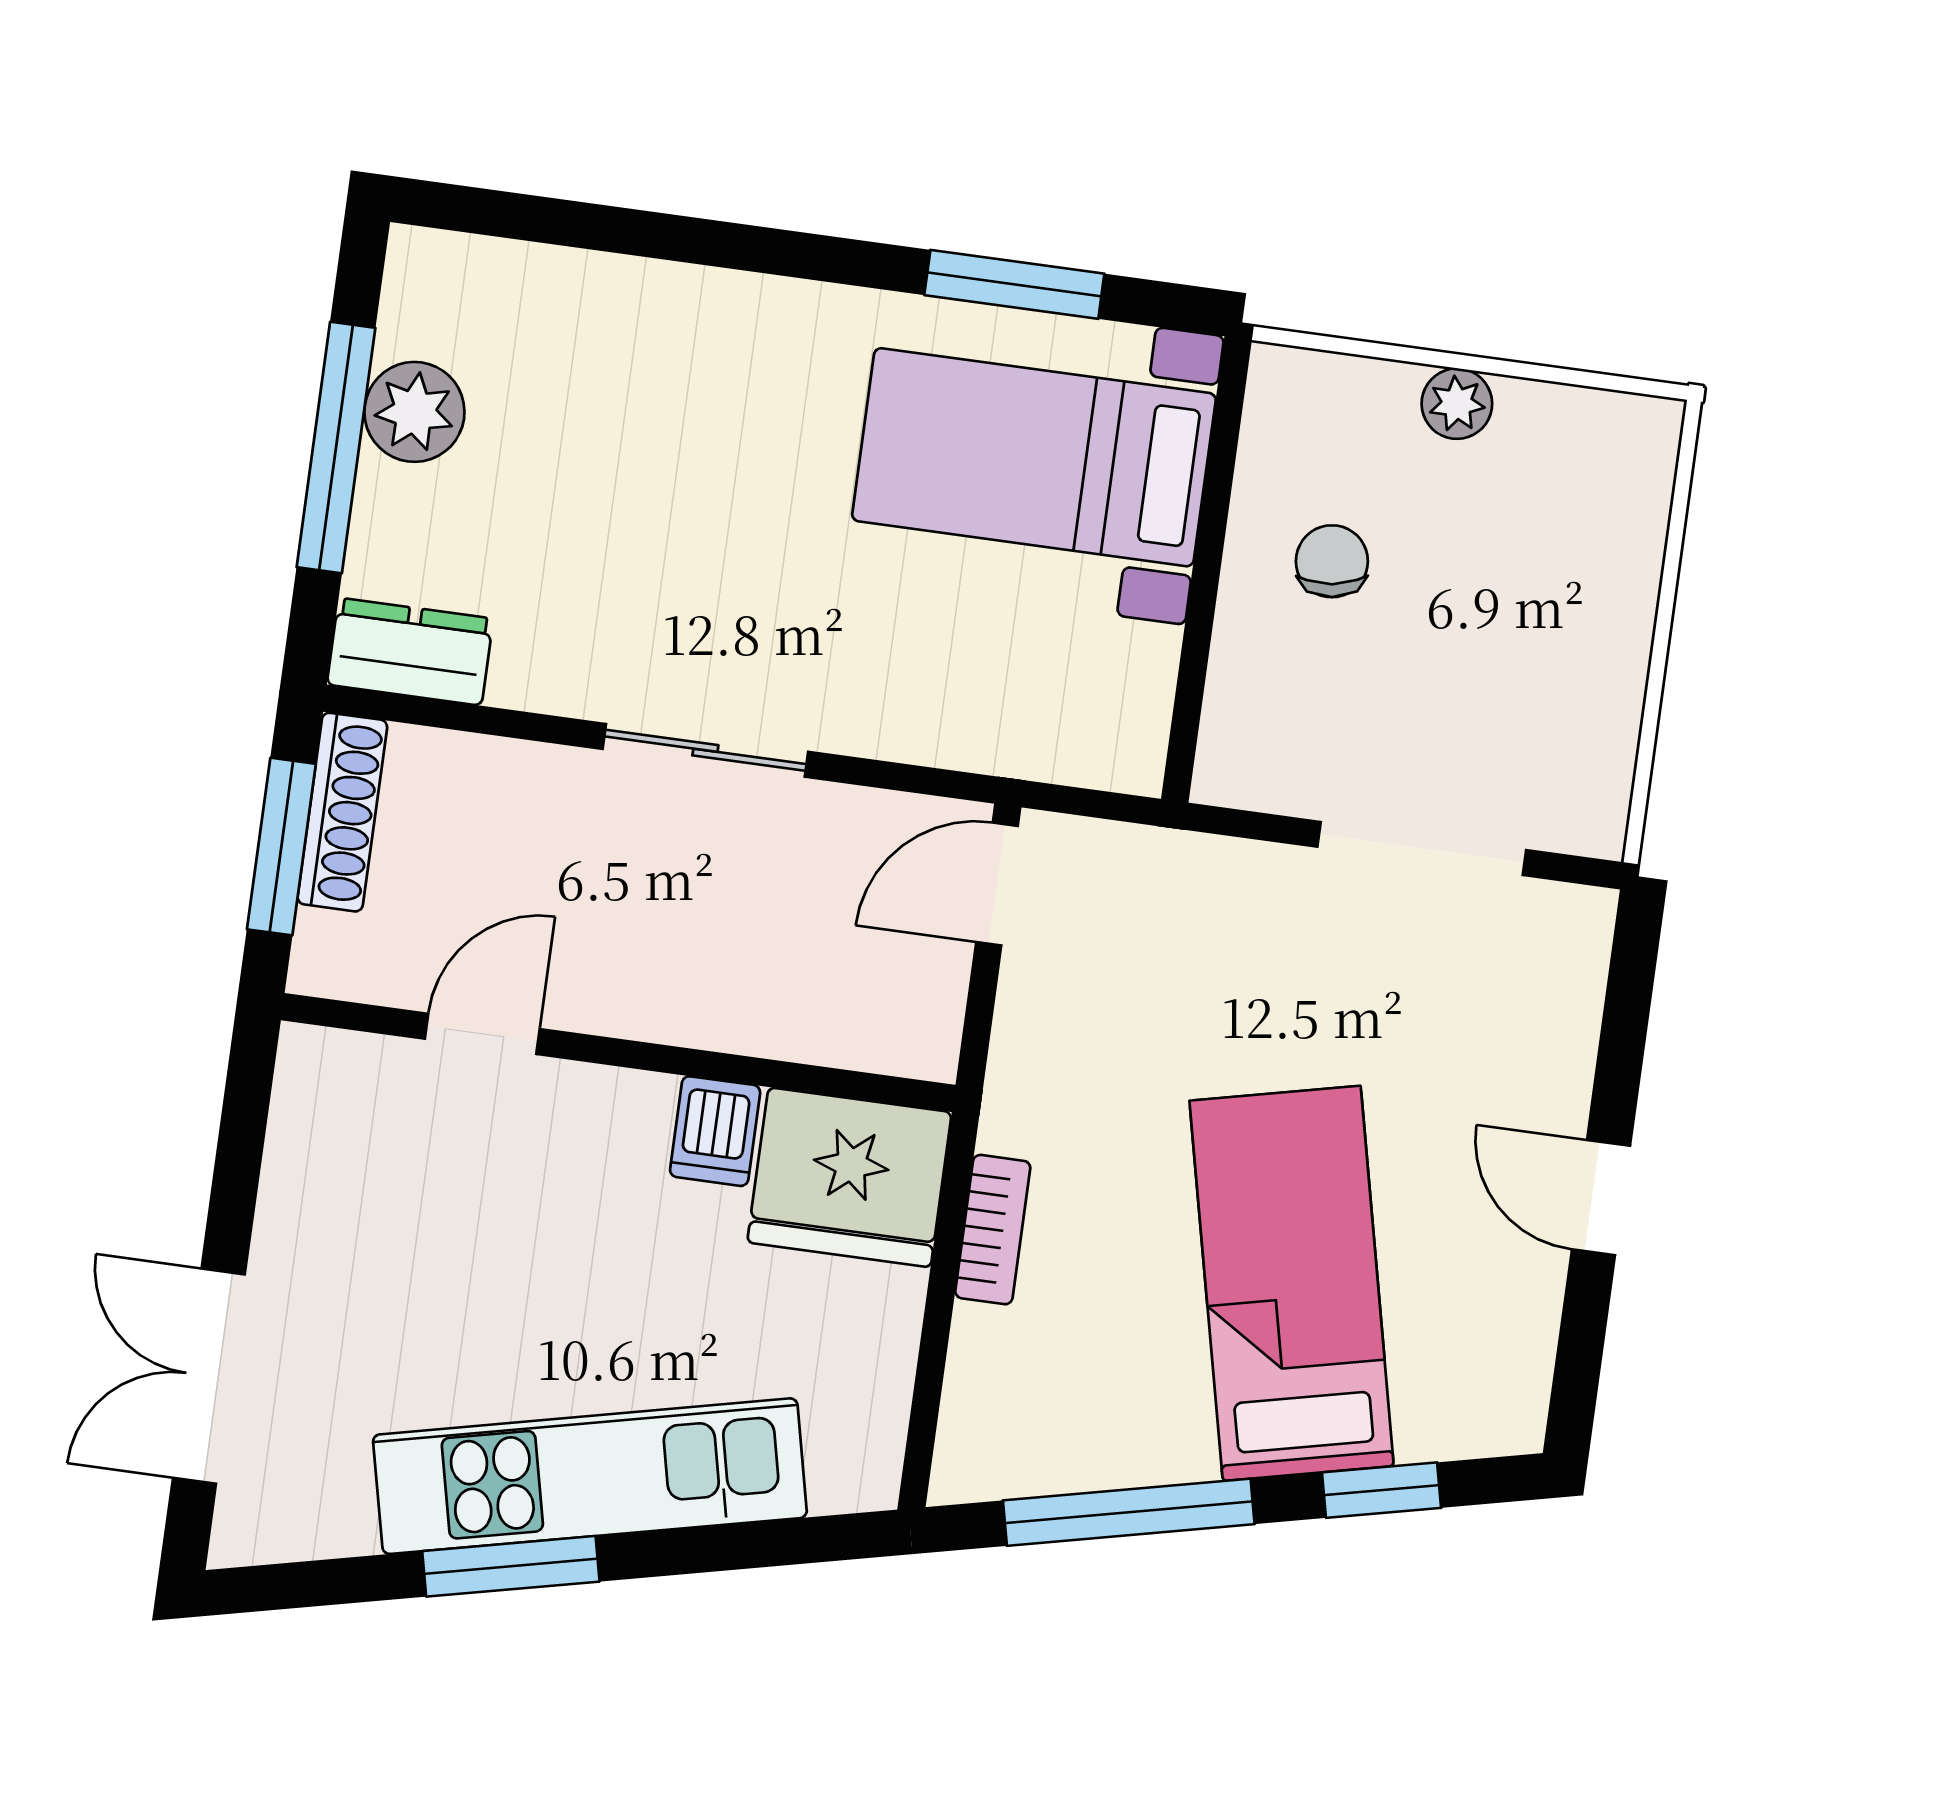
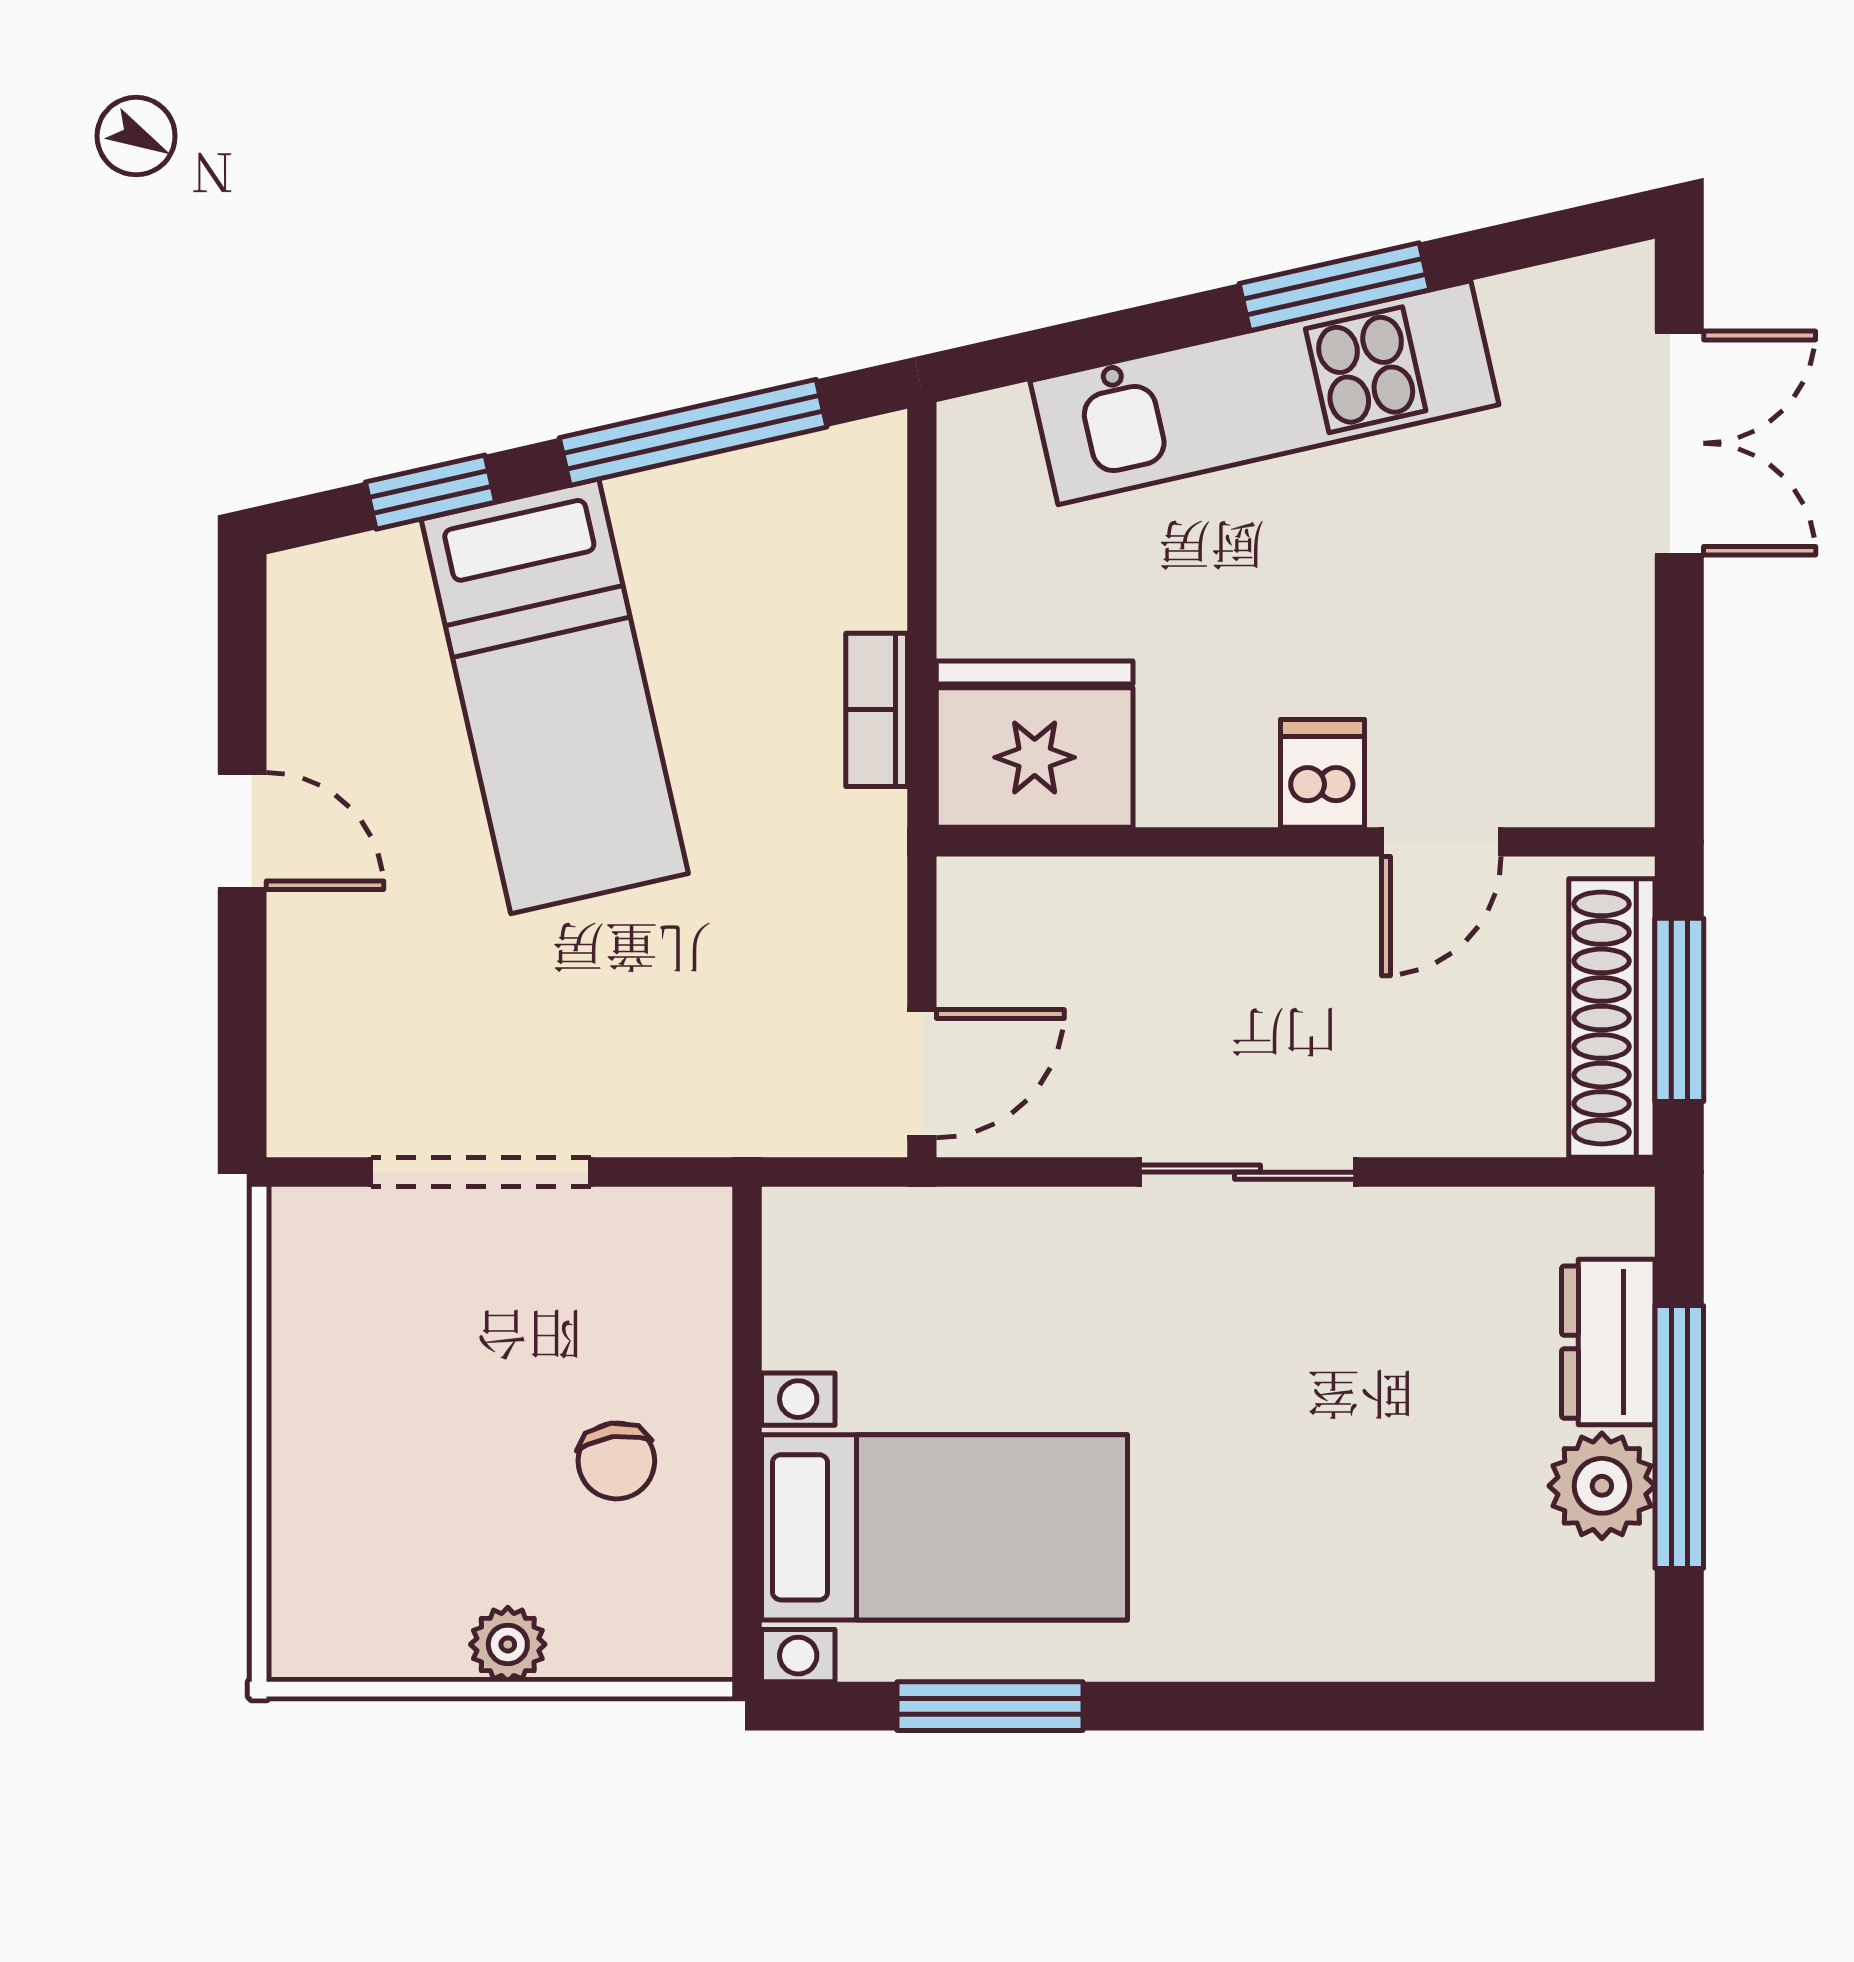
dresser: (410, 652) -> (1608, 1342), moved, turned 90
shoe rack: (342, 812) -> (1612, 1018), width x1.36, depth x1.24
dishwasher: (715, 1131) -> (1323, 773), moved

